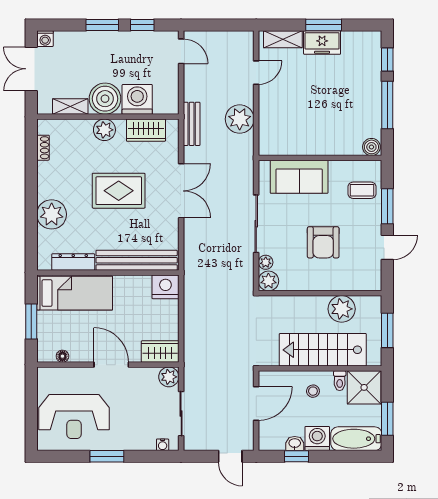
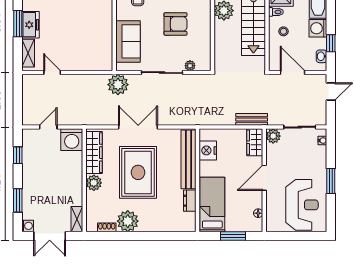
window: (102, 25) -> (18, 200), moved
door: (181, 51) -> (48, 127), moved
boiler: (105, 99) -> (71, 182), removed
washing machine: (137, 99) -> (72, 140), moved, turned -90
shelving: (70, 107) -> (77, 219), moved
plant: (240, 119) -> (118, 85), moved
bench: (192, 124) -> (252, 119), moved
wardrobe: (146, 130) -> (94, 153), width x1.50
rug: (119, 191) -> (138, 172), width x1.37, depth x1.44
plant: (52, 214) -> (128, 221), moved
dresser: (73, 262) -> (190, 201), width x0.70
plant: (268, 281) -> (204, 64), removed
nightstand: (165, 287) -> (208, 150), moved
washbasin: (295, 443) -> (322, 56), moved

